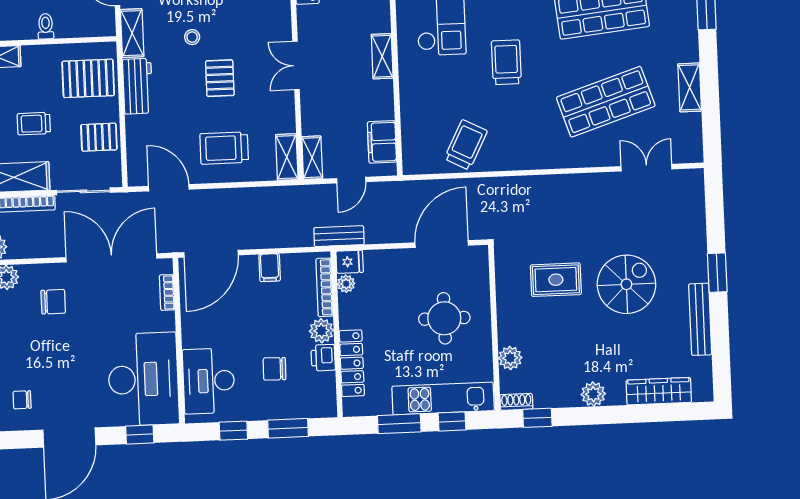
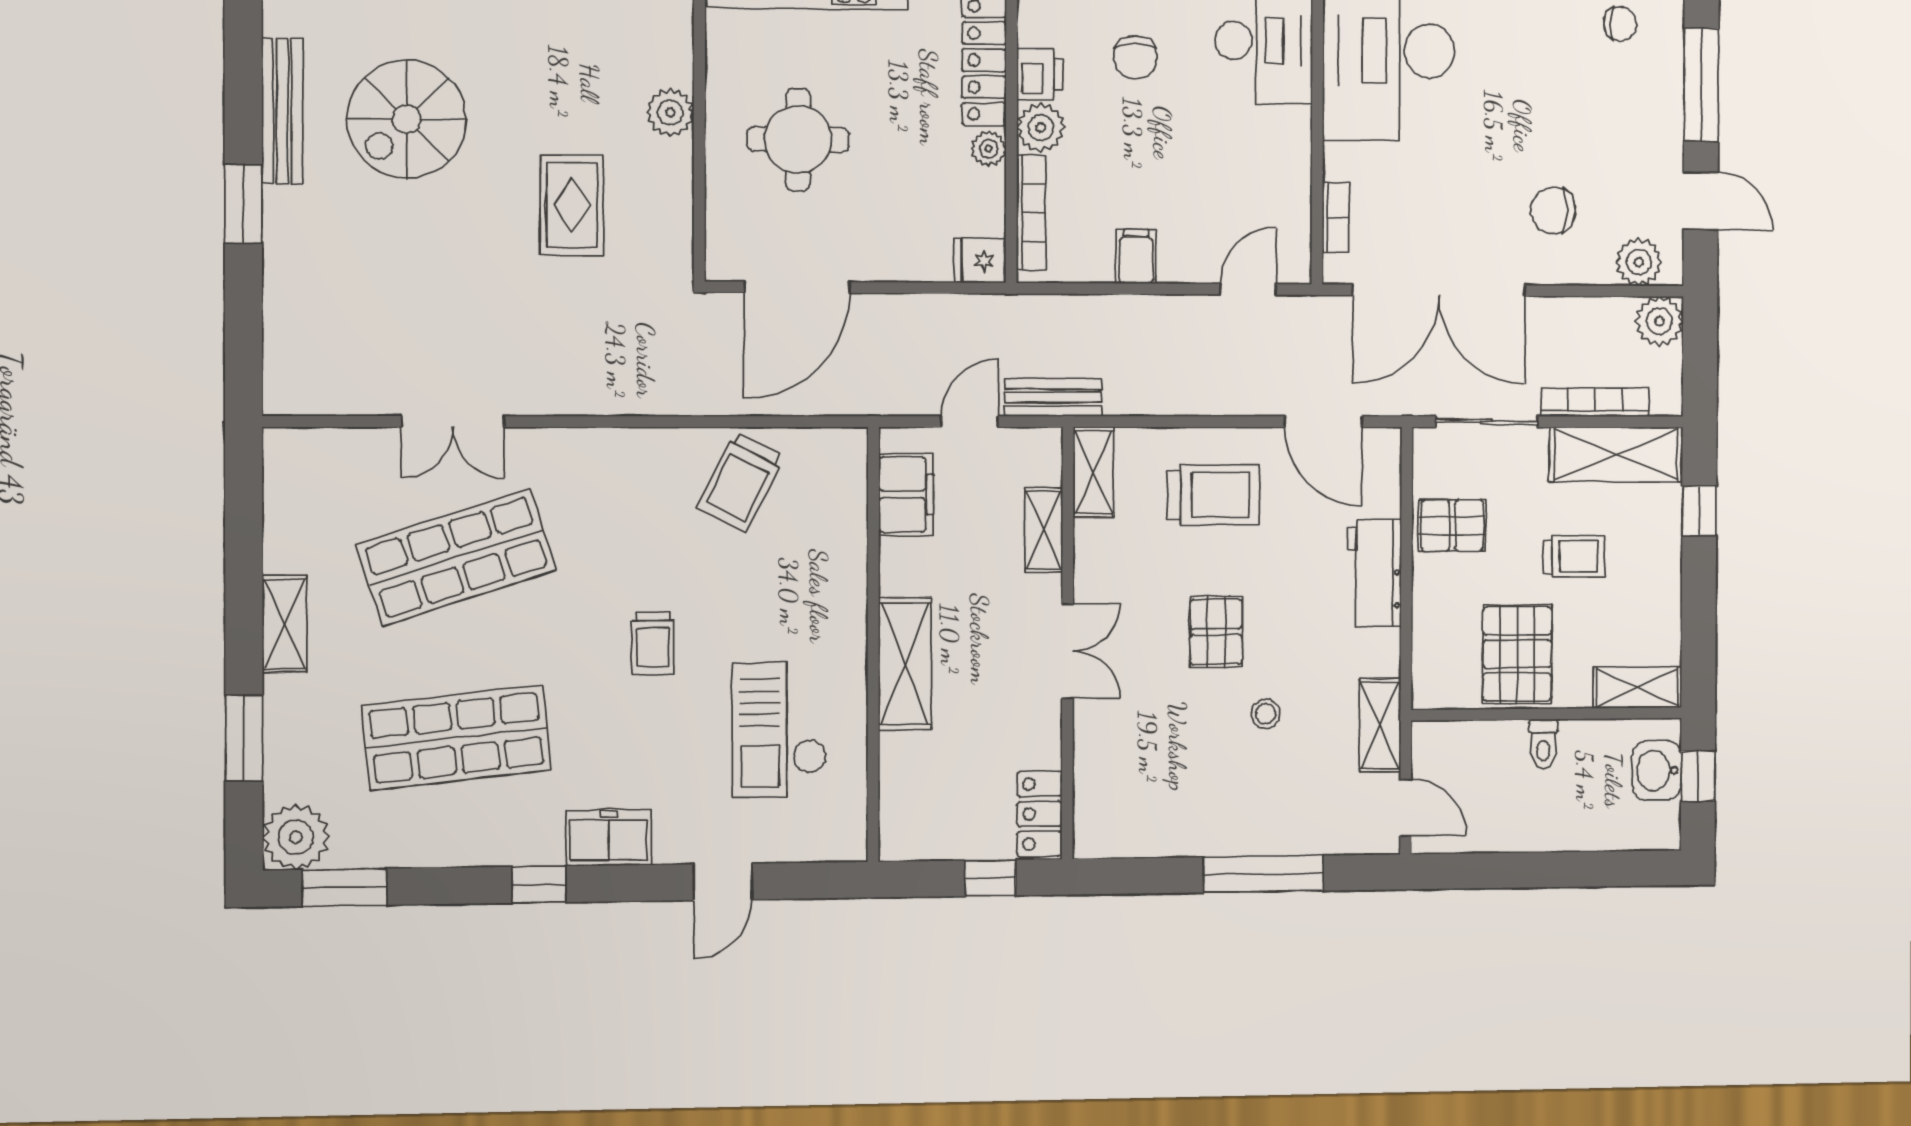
shelving: (382, 56) -> (905, 664), width x1.50, depth x1.33
trolley: (506, 62) -> (653, 643), width x0.73, depth x0.72
pallet: (88, 78) -> (1517, 654), moved, turned 90
workbench: (138, 86) -> (1374, 573), moved
shelving: (690, 87) -> (284, 624), moved
shelving: (312, 158) -> (1044, 530), moved
double door: (646, 168) -> (453, 422), moved
bench: (339, 236) -> (1053, 398), moved
door: (211, 254) -> (1248, 289), width x0.53
rug: (556, 280) -> (572, 205), turned 90
plant: (346, 284) -> (989, 149), moved
spiral stairs: (626, 284) -> (407, 119), moved
plant: (510, 358) -> (670, 112), moved
chair: (275, 369) -> (1135, 57), turned 89

